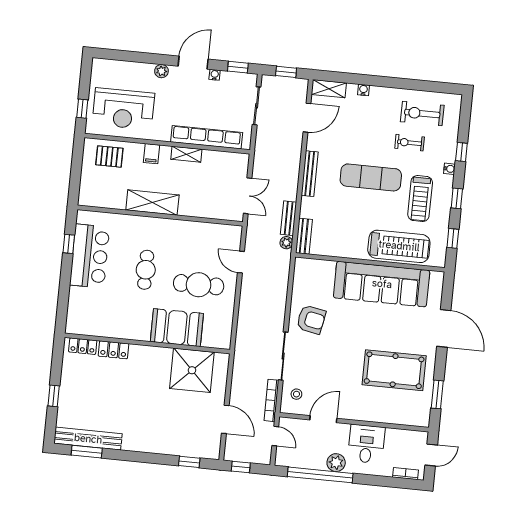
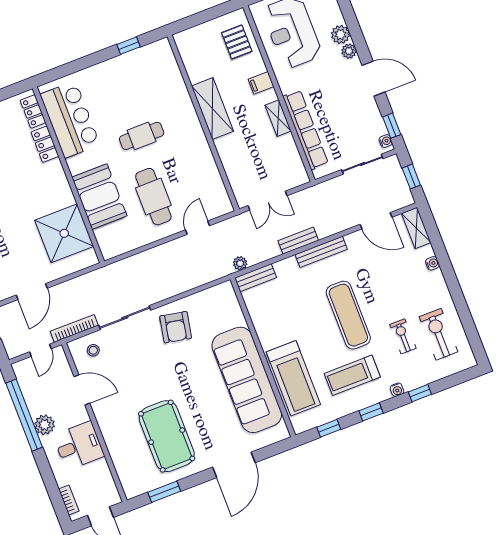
plant: (145, 71) -> (340, 34), added
water cooler: (215, 75) -> (386, 141), moved
bench: (289, 218) -> (298, 241), moved
bar counter: (90, 256) -> (70, 119), moved, turned -90

